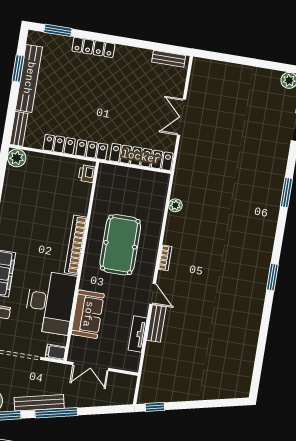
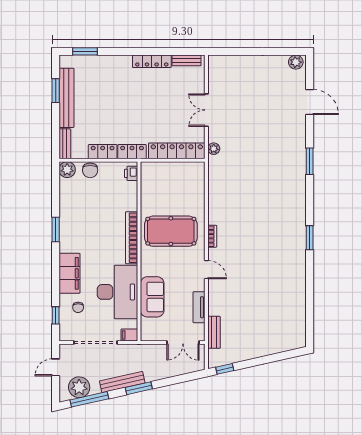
locker: (93, 47) -> (152, 61), moved
chair: (42, 163) -> (90, 170), added
plant: (175, 205) -> (214, 149), moved
pool table: (120, 245) -> (171, 231), turned 90
bench: (156, 324) -> (214, 332), moved
double door: (91, 366) -> (183, 343), moved
window: (56, 413) -> (139, 388), width x0.69

